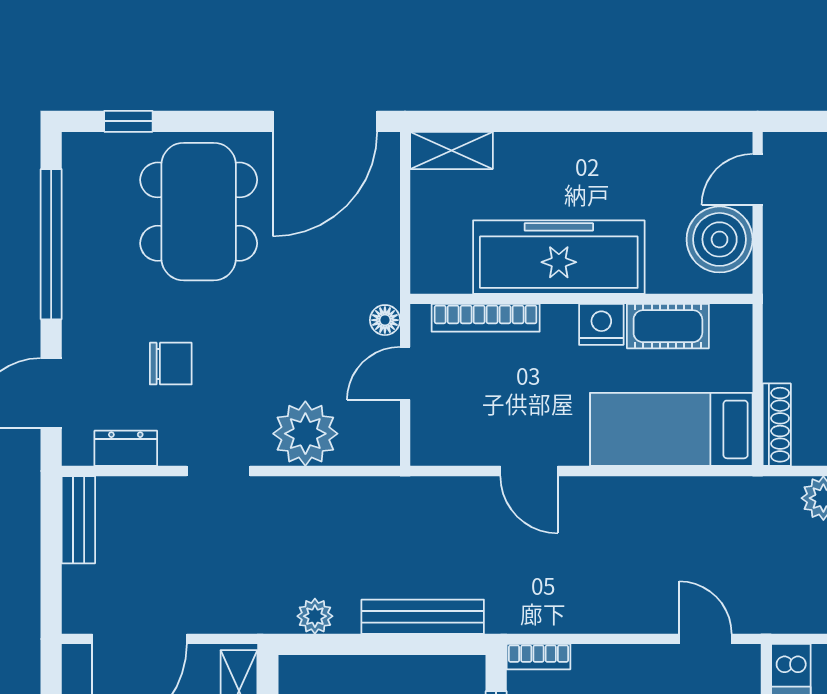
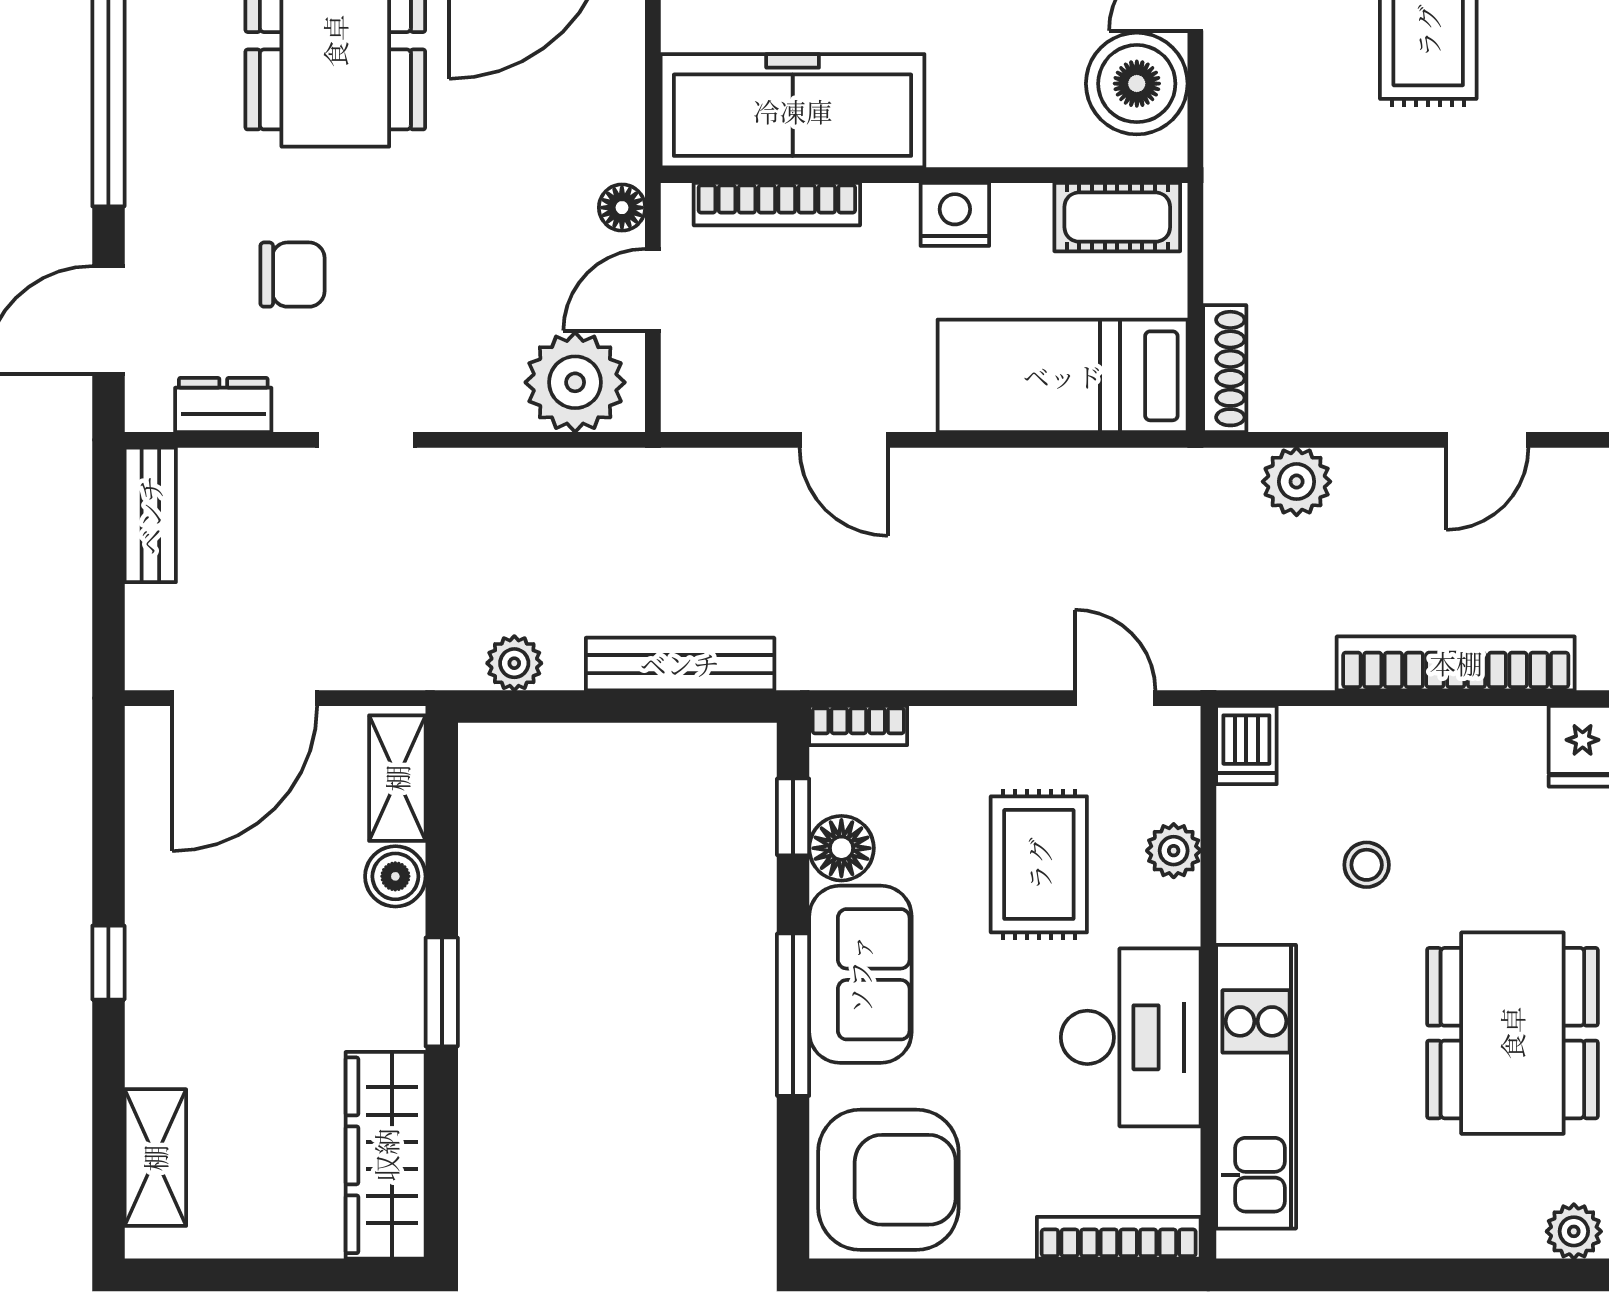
freezer: (559, 257) -> (793, 111), moved
cot: (668, 326) -> (1117, 217), moved
plant: (305, 434) -> (575, 382), moved

